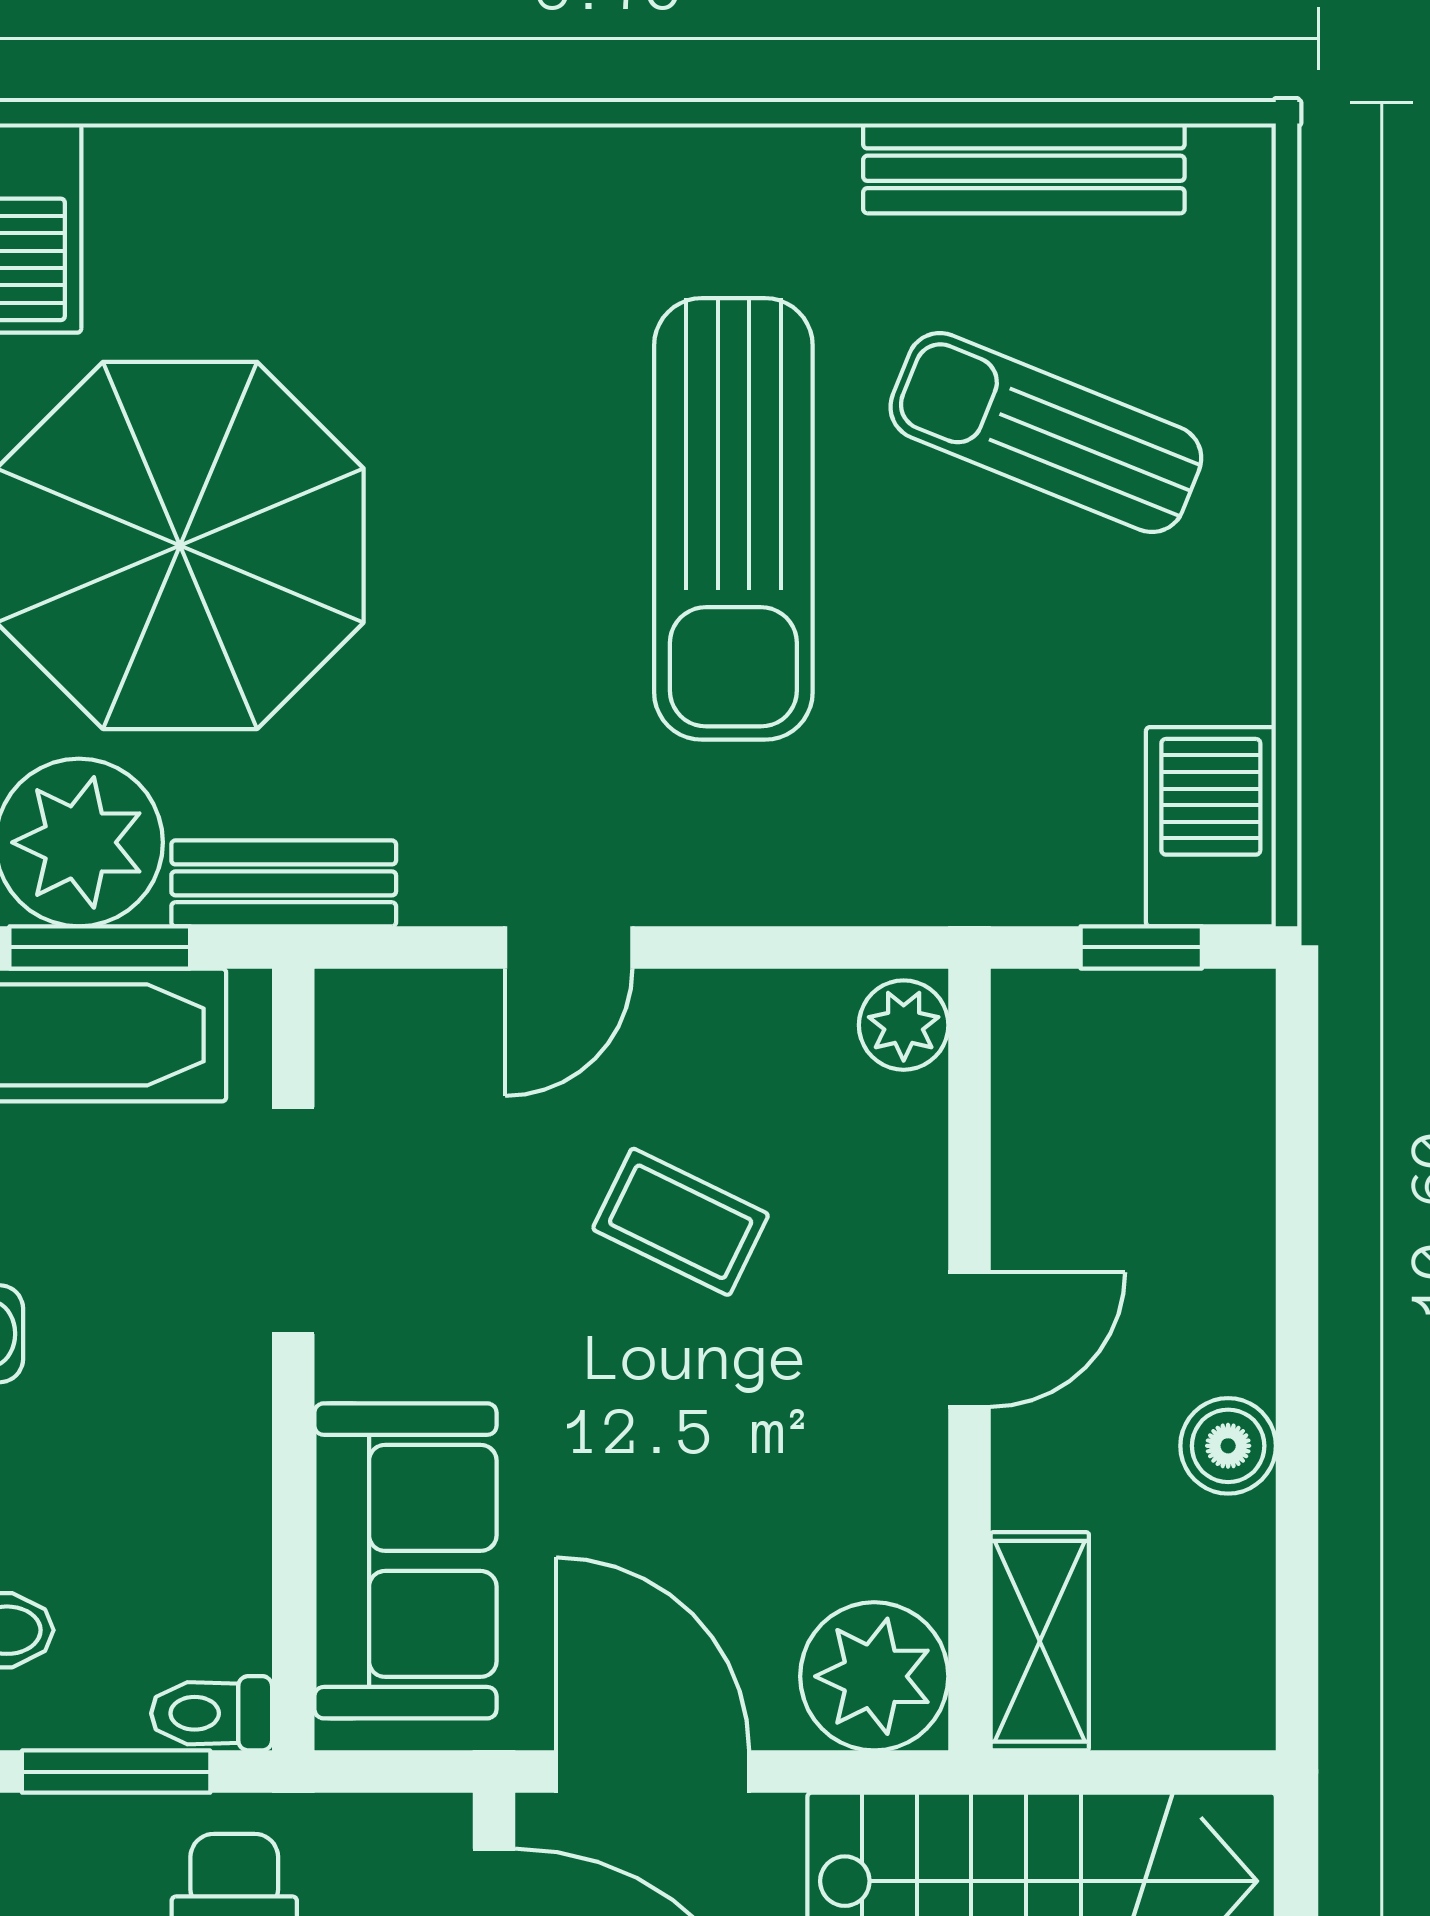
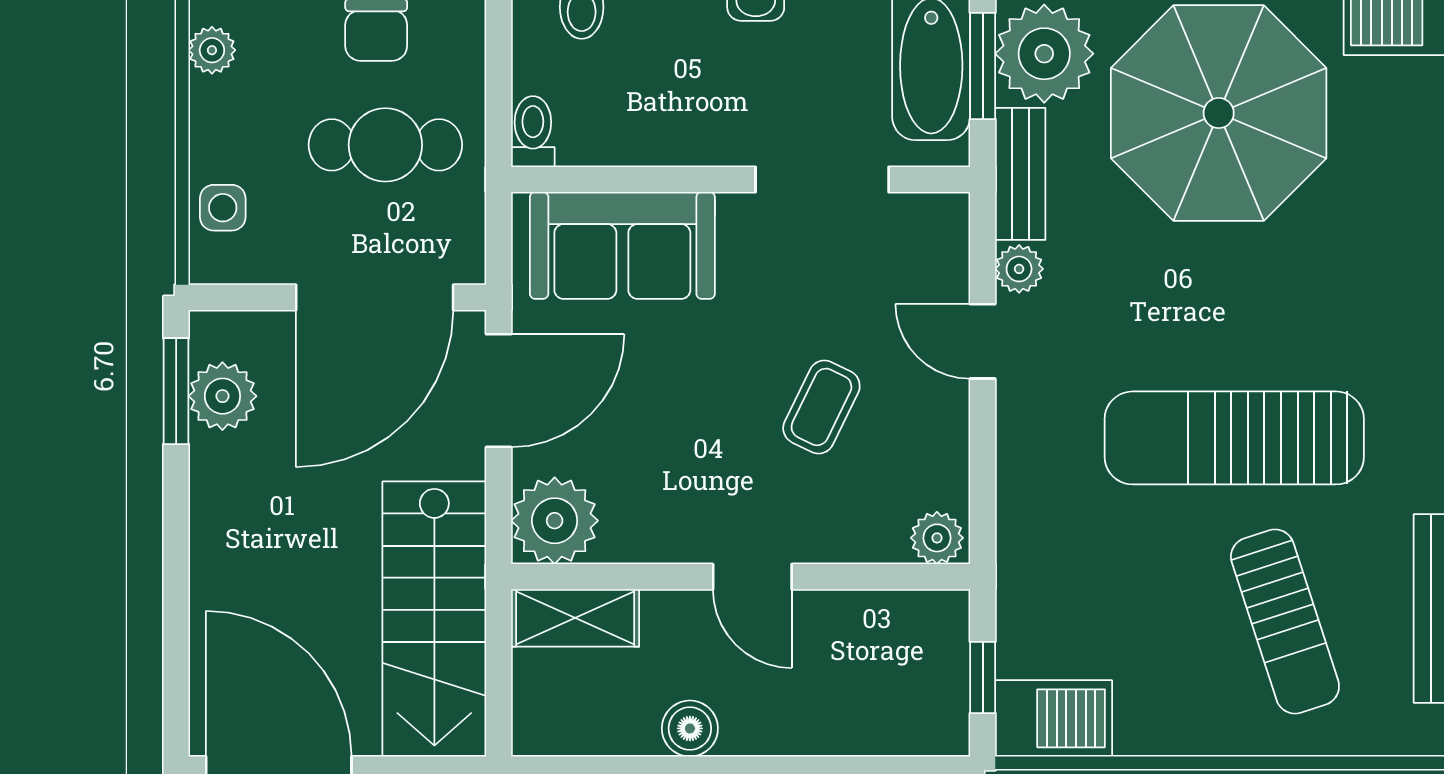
sun lounger: (1046, 432) -> (1285, 621), turned 140
plant: (445, 885) -> (1019, 269), added
window: (116, 1772) -> (499, 76), removed

